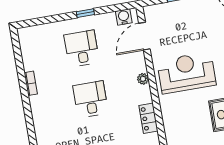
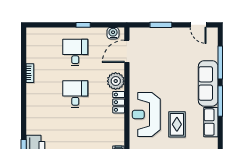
reception desk: (186, 73) -> (146, 114), moved, turned -90
plant: (143, 79) -> (116, 81), width x1.87, depth x1.87
locker: (148, 118) -> (119, 102), moved

